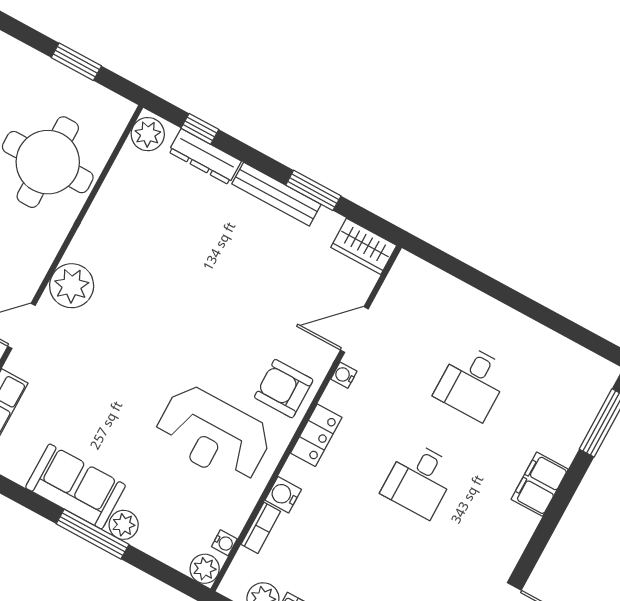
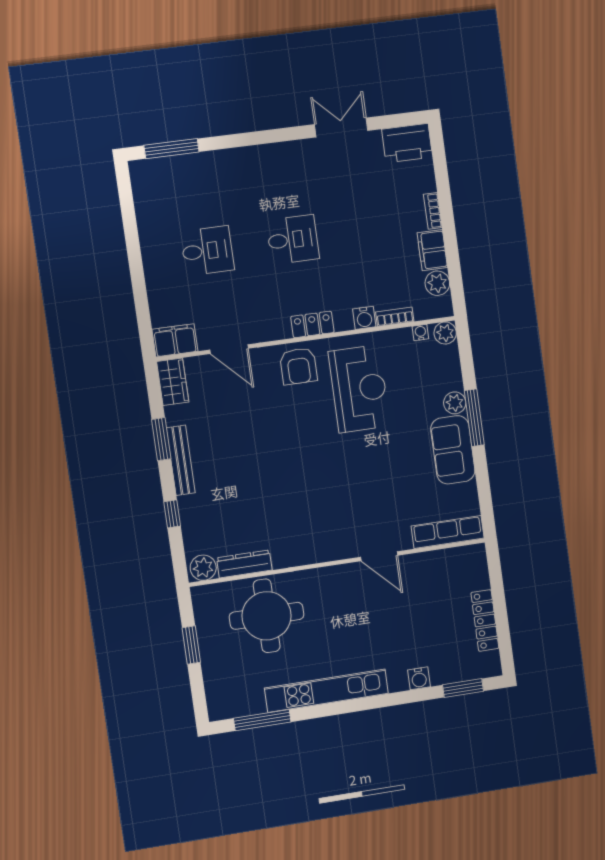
window: (200, 129) -> (172, 514), moved
dresser: (205, 157) -> (244, 564), moved, turned -90
plant: (72, 286) -> (332, 544), removed
water cooler: (344, 375) -> (262, 335), removed
filing cabinet: (540, 484) -> (175, 340), moved, turned 180

